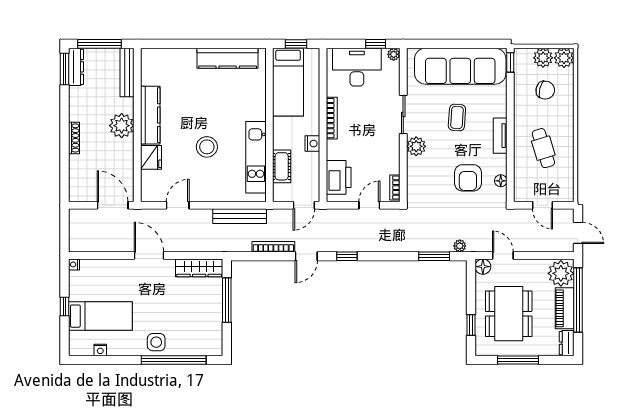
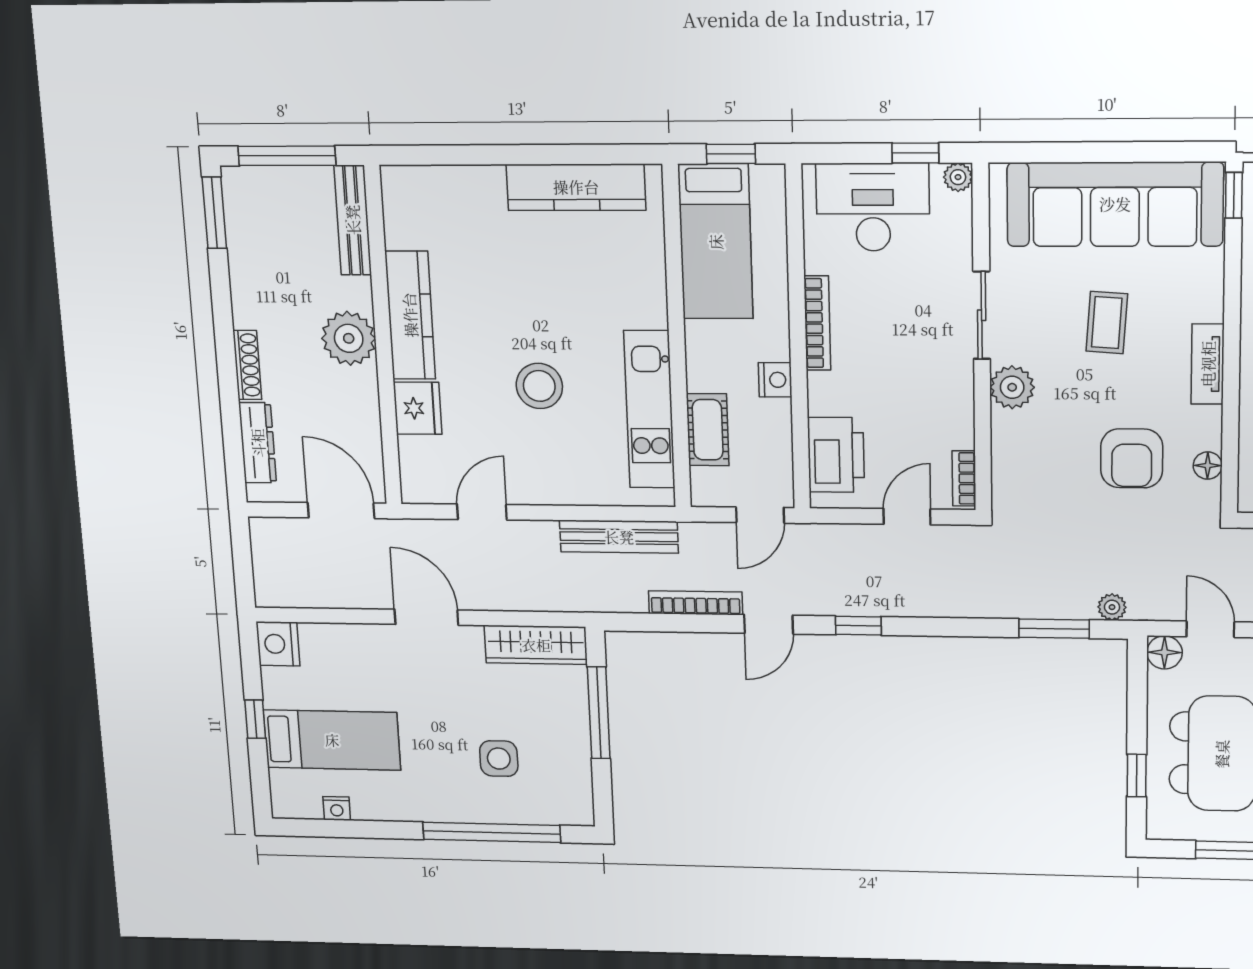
dresser: (76, 67) -> (258, 443), moved
nightstand: (74, 264) -> (278, 644), width x1.89, depth x1.79
side table: (156, 342) -> (499, 759), moved

